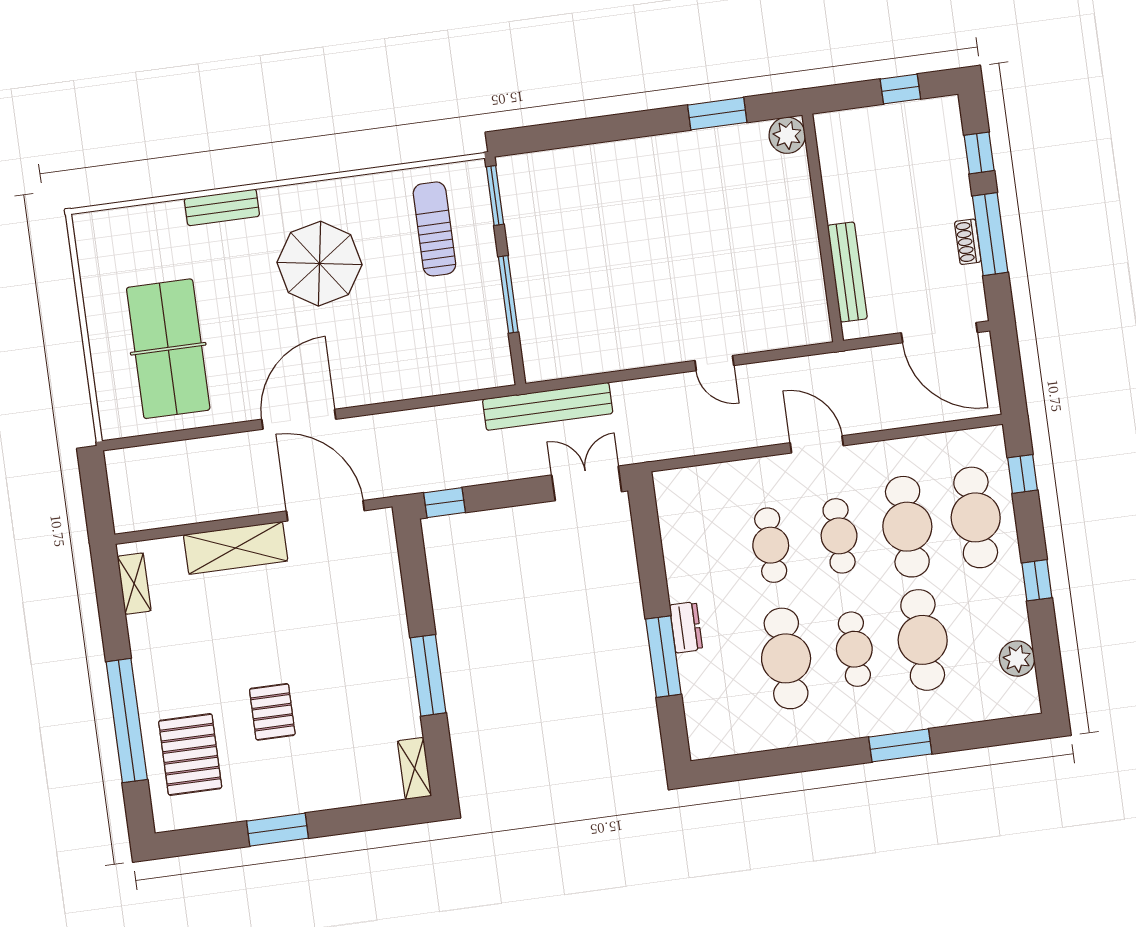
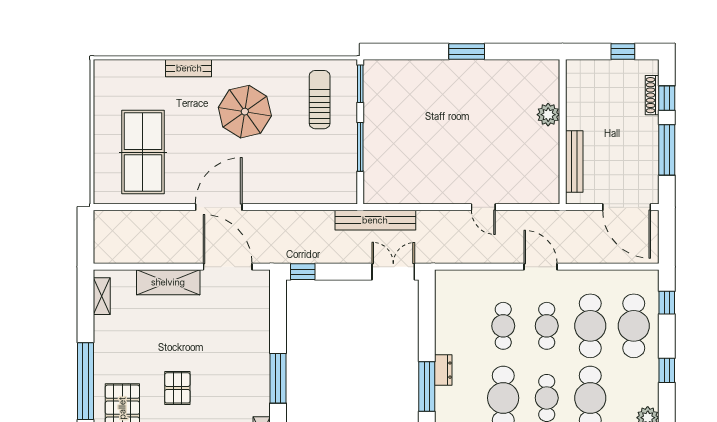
window: (717, 114) -> (467, 51), moved
plant: (787, 135) -> (548, 115), moved
shoe rack: (968, 242) -> (652, 95), moved, width x1.43

